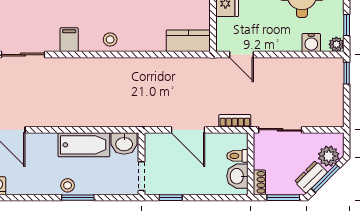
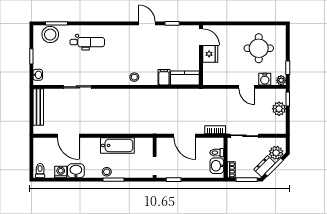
filing cabinet: (69, 40) -> (164, 77), moved
door: (241, 55) -> (247, 87), moved
plant: (333, 88) -> (279, 109), added
washbasin: (124, 144) -> (76, 171), moved, turned 180

